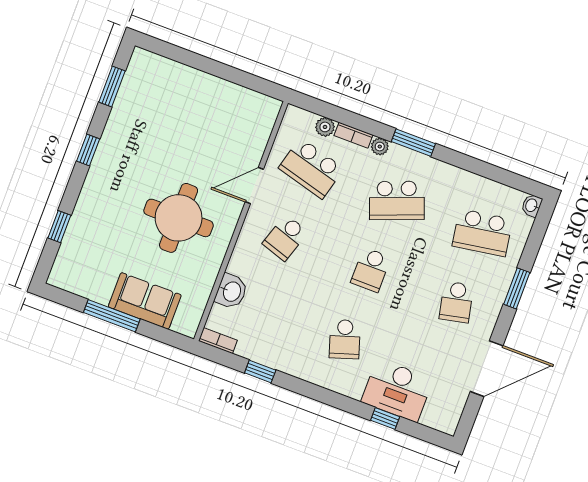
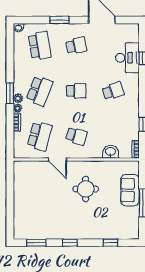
plant: (325, 127) -> (18, 98), moved
school desk: (397, 200) -> (40, 91), turned 42
round table: (179, 218) -> (86, 189), width x0.73, depth x0.73

